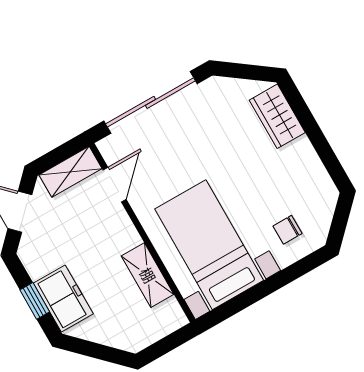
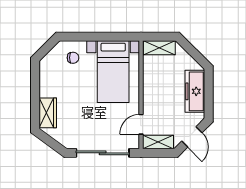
shelving: (148, 275) -> (159, 48), moved, turned 90
freezer: (63, 298) -> (195, 91), width x1.40
window: (35, 301) -> (209, 92), removed

